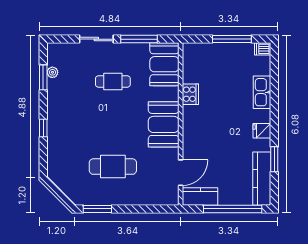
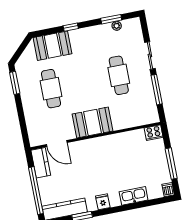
booth: (164, 64) -> (53, 46), moved
cafe table: (113, 81) -> (119, 75), width x1.37, depth x1.35
cooker: (190, 94) -> (154, 133), moved

